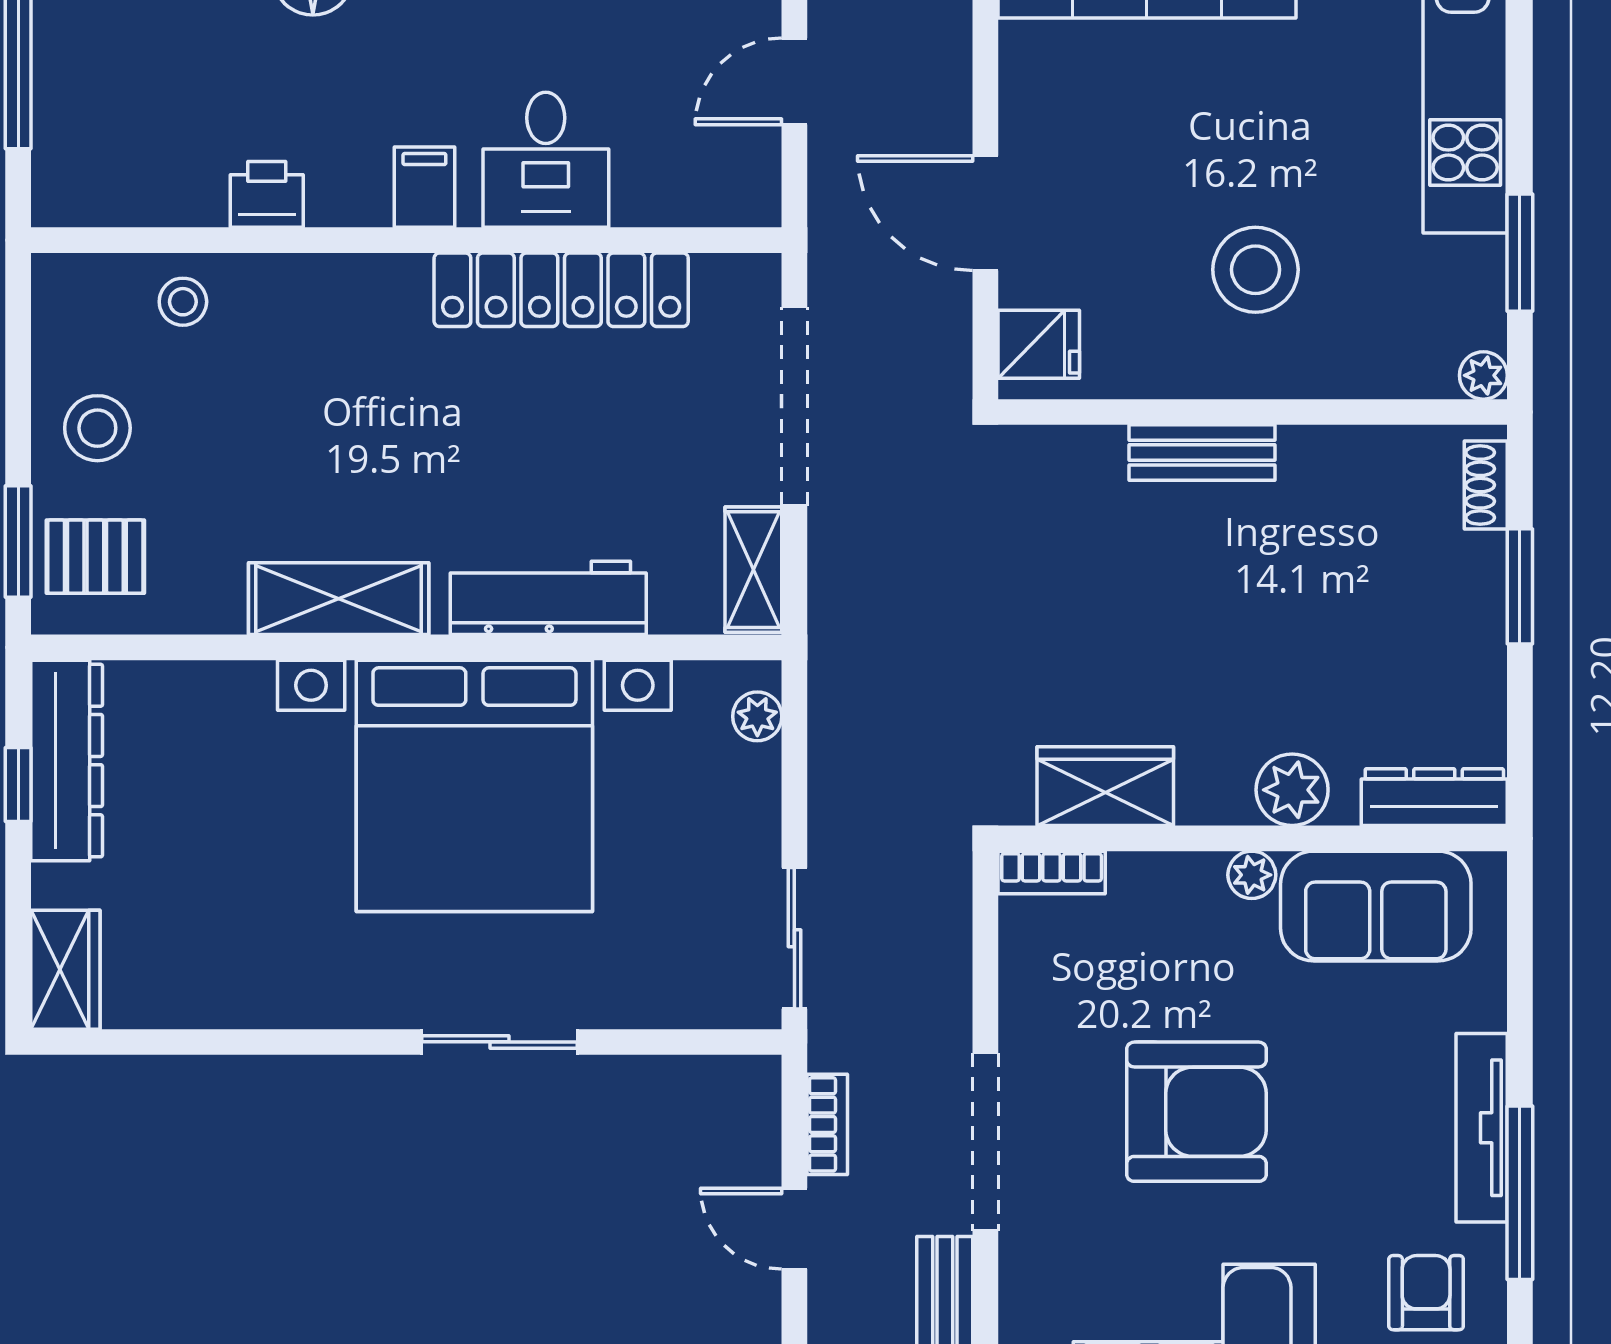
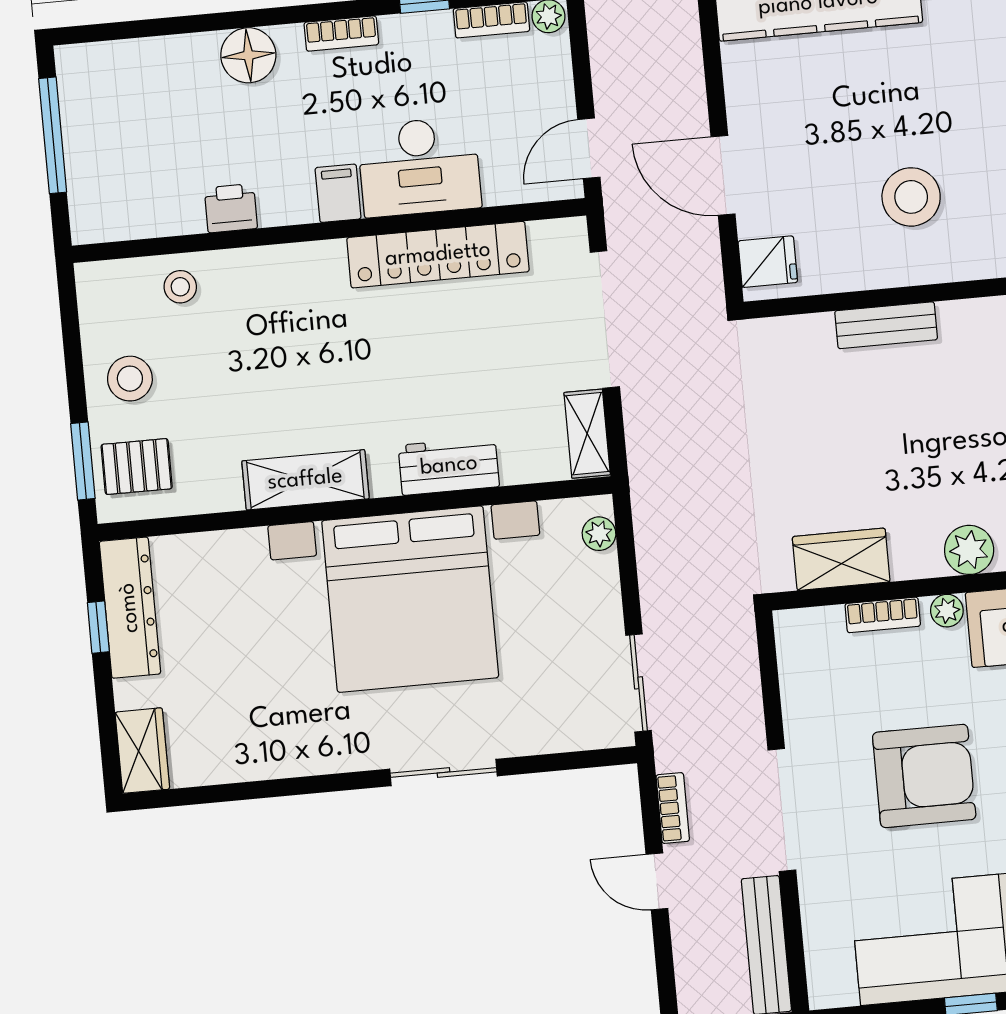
door: (794, 81) -> (589, 148), moved
desk: (546, 160) -> (419, 167), width x1.37
workbench: (548, 598) -> (449, 466), width x0.73
bookcase: (1052, 872) -> (883, 615), moved

